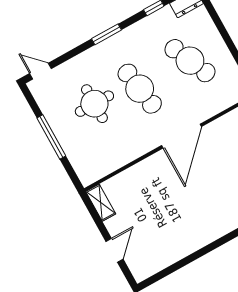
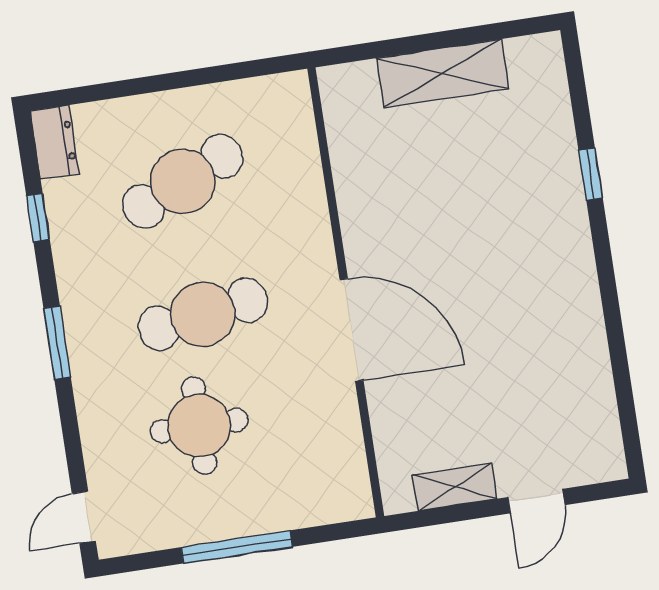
door: (182, 136) -> (351, 330), moved
shelving: (101, 203) -> (455, 487), moved
door: (114, 250) -> (536, 501), swing flipped

